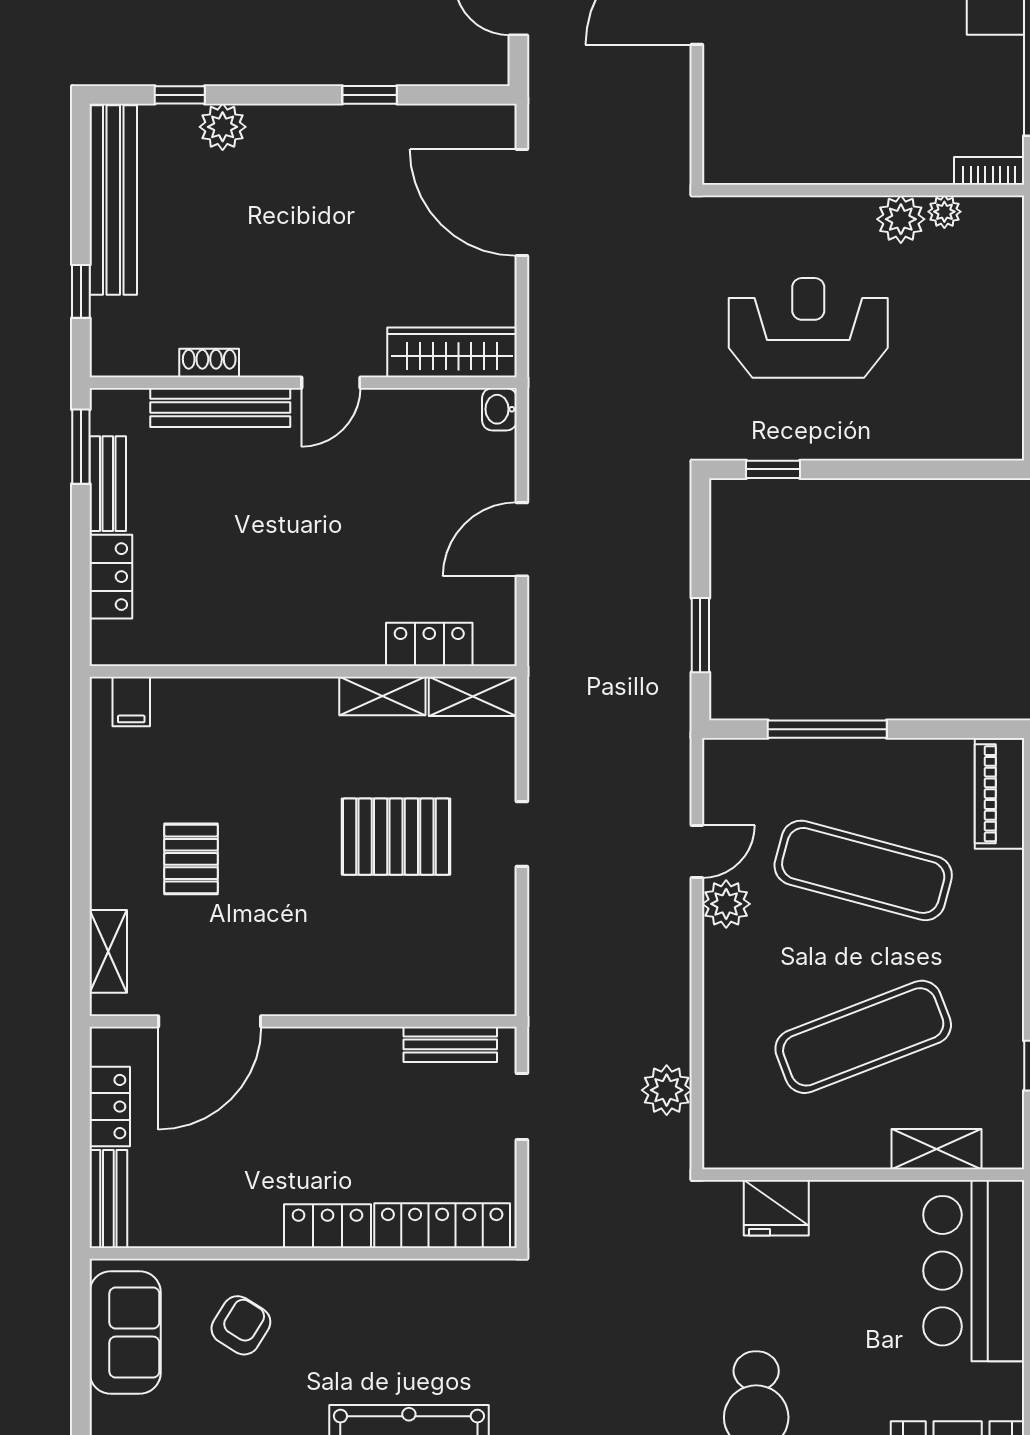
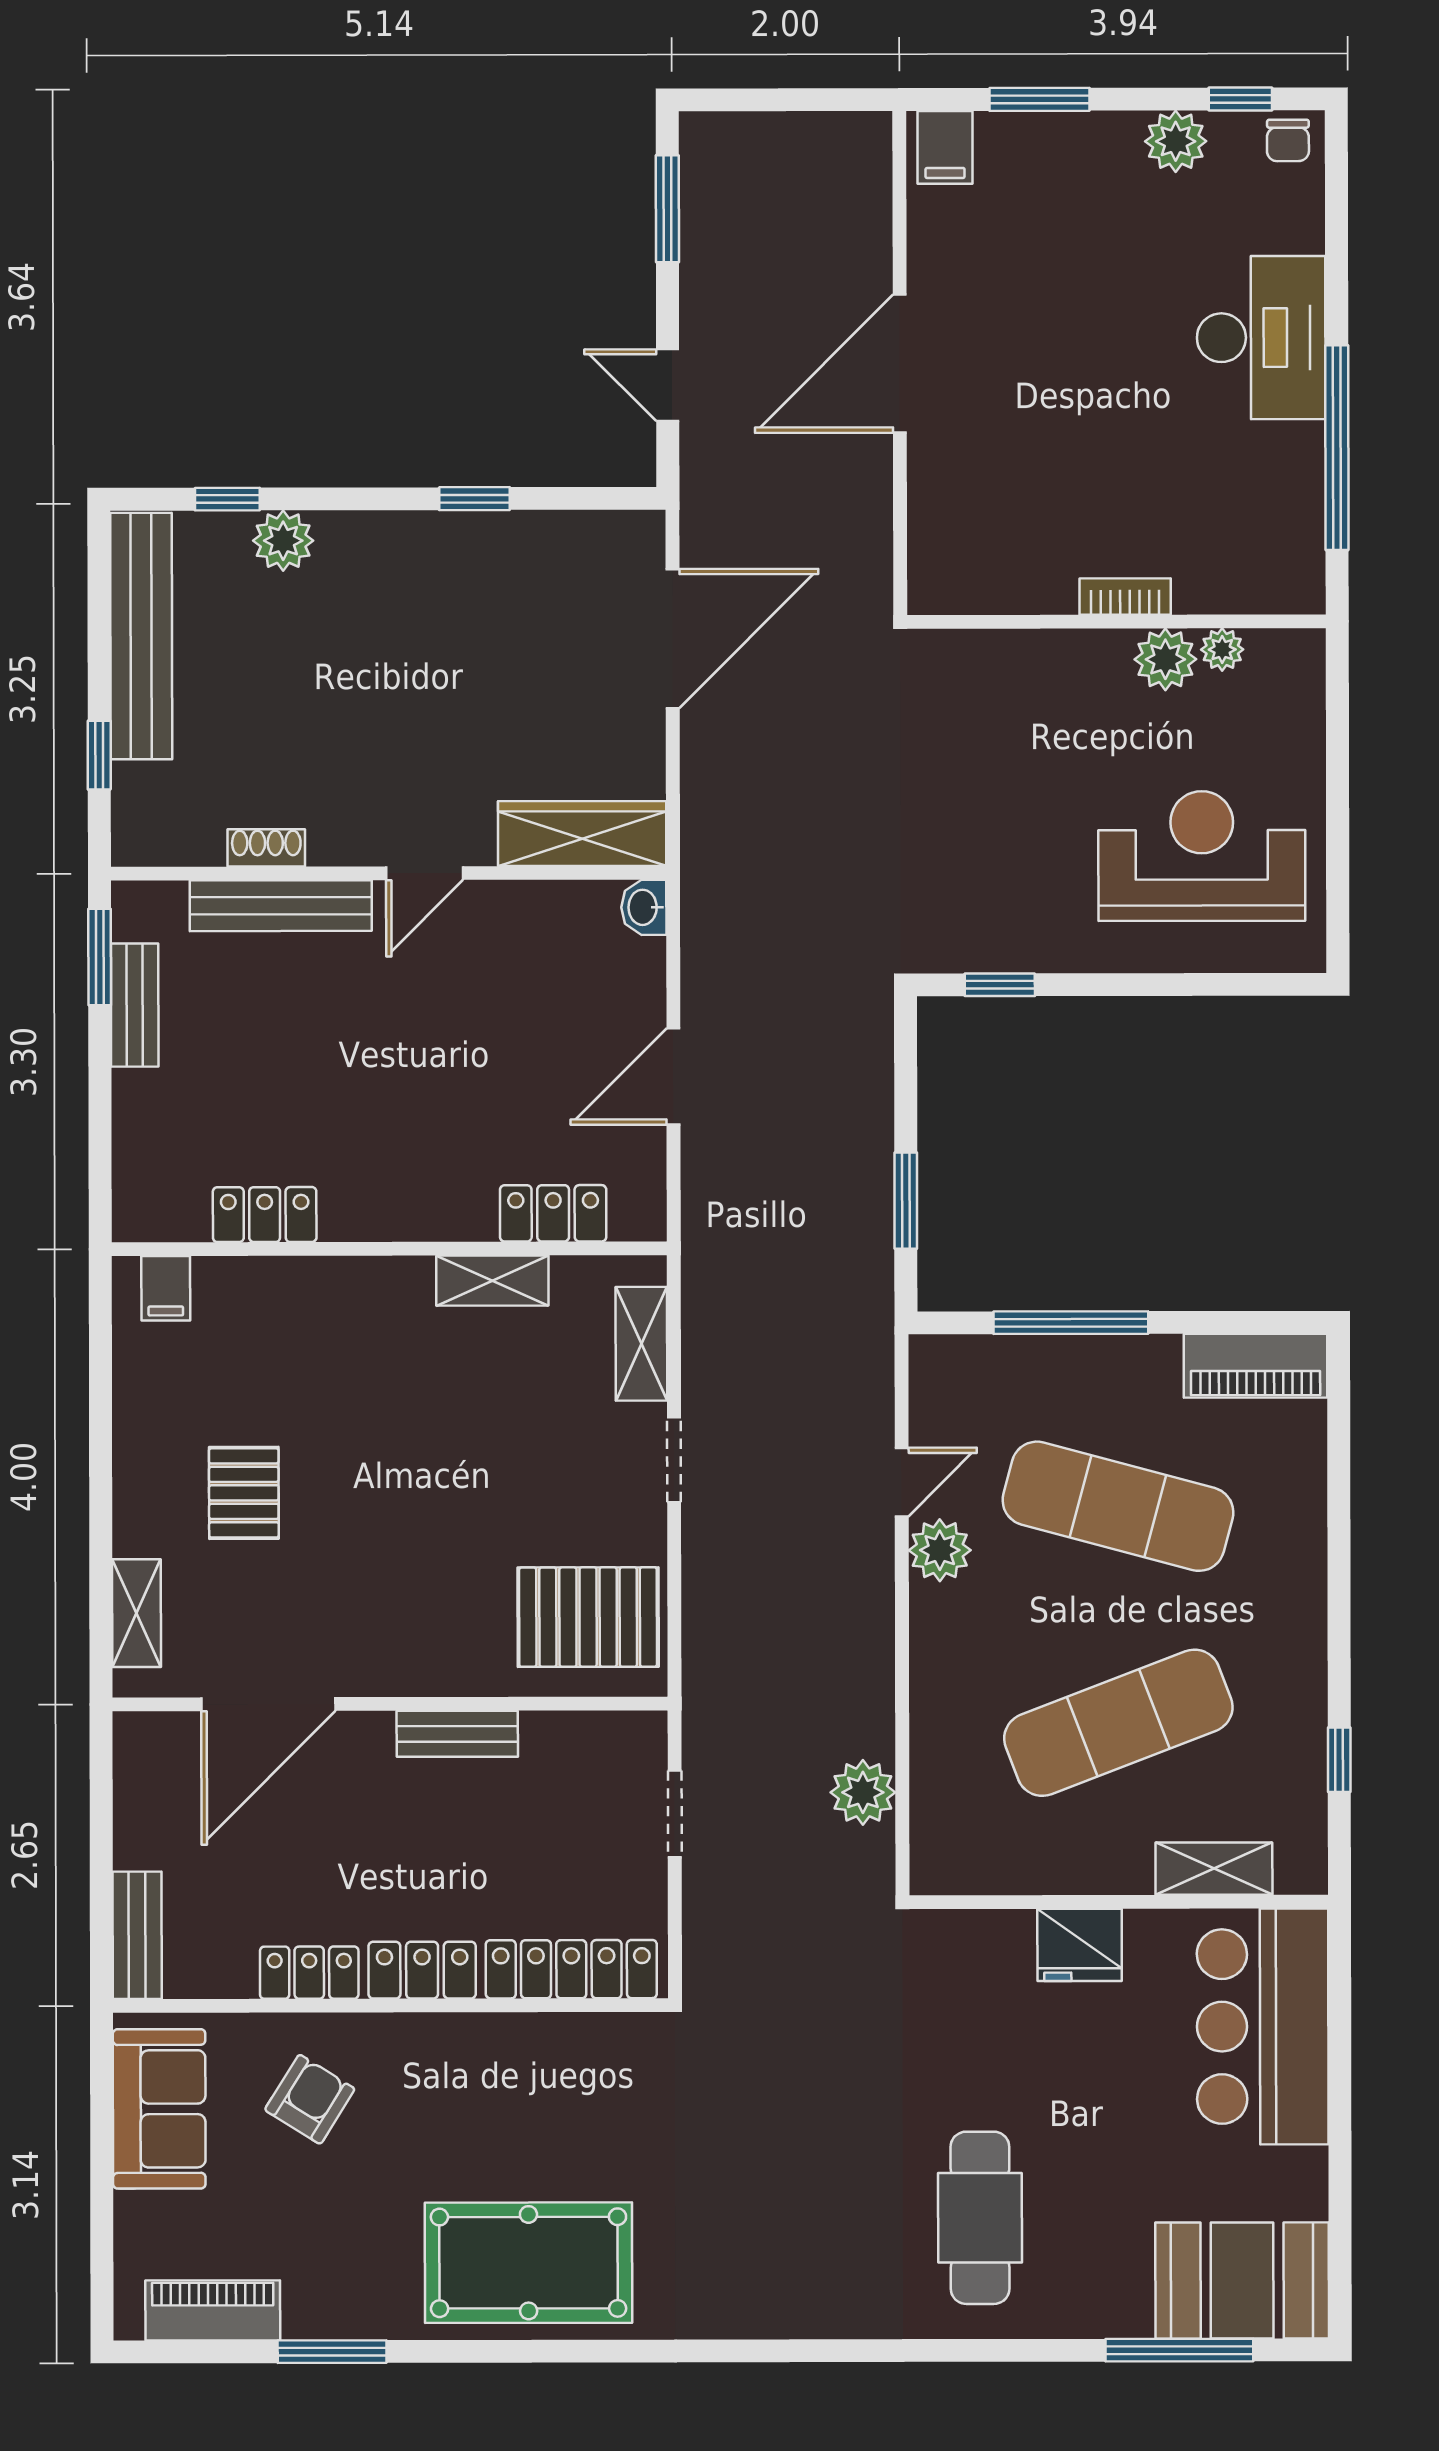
bookcase: (989, 171) -> (1125, 597), moved
door: (522, 203) -> (673, 639), swing flipped
reception desk: (808, 328) -> (1202, 856), moved
locker: (111, 577) -> (265, 1215), moved, turned -90
shelving: (473, 696) -> (641, 1344), moved, turned 90
piano: (1000, 794) -> (1256, 1366), moved, turned -90
pallet: (396, 837) -> (588, 1617), moved
bench: (450, 1044) -> (457, 1734), moved
locker: (110, 1107) -> (309, 1973), moved, turned -90
fridge: (776, 1208) -> (1080, 1945), moved

